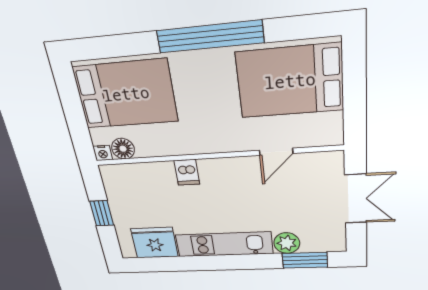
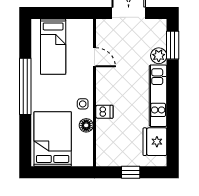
bed: (290, 81) -> (53, 47), width x0.67
side table: (194, 139) -> (83, 104), added
floor lamp: (123, 149) -> (86, 125), moved
nightstand: (103, 153) -> (88, 161), removed

